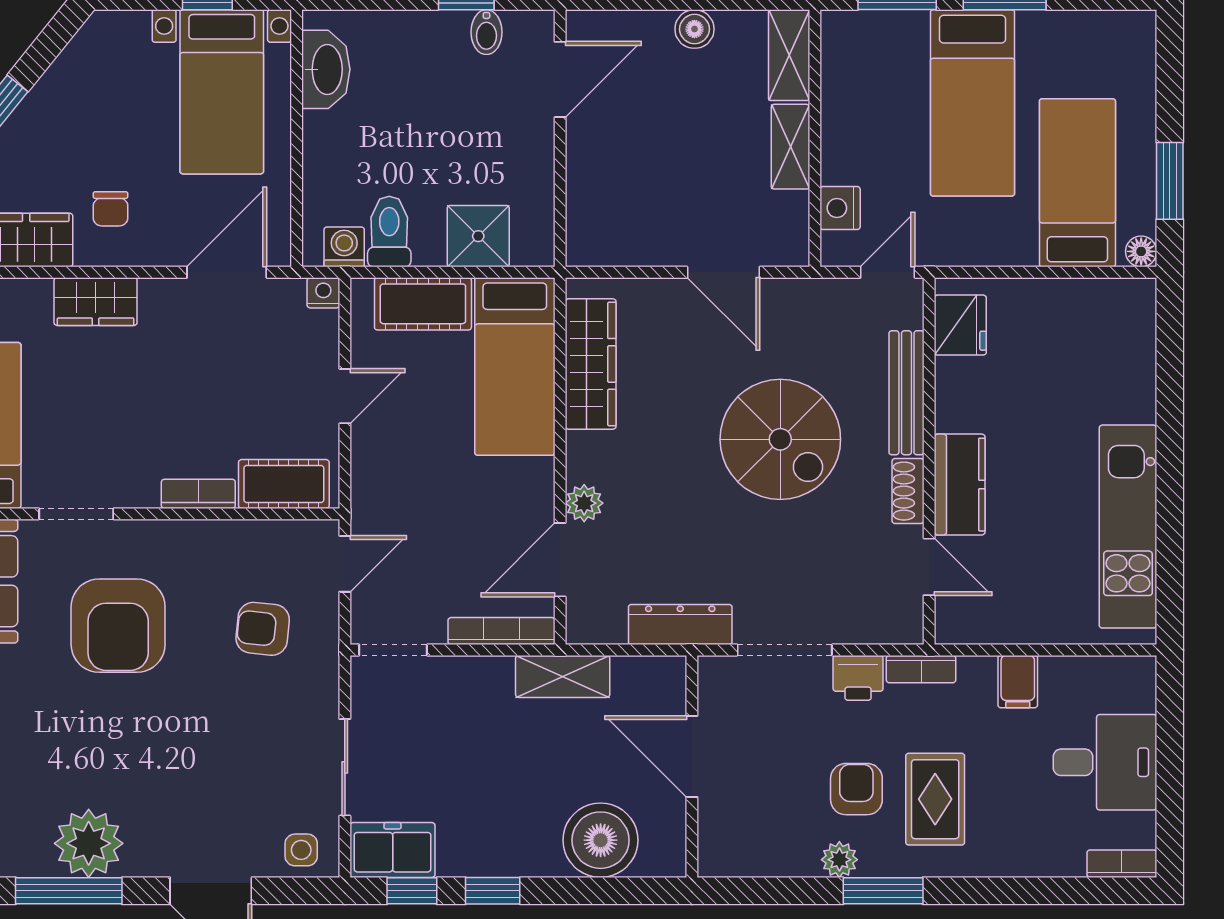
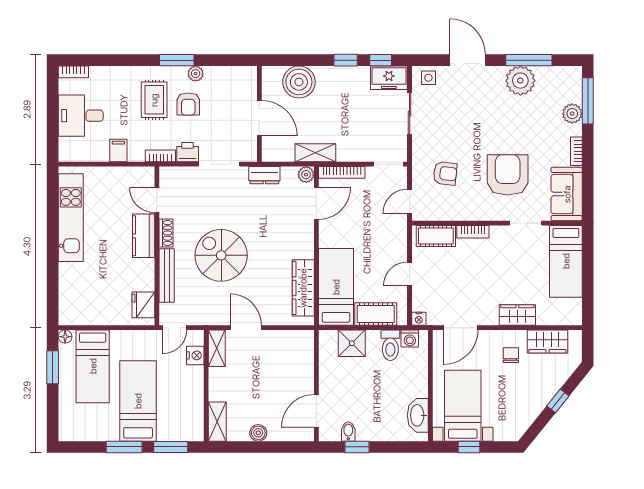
shelving: (790, 147) -> (217, 348), moved
plant: (584, 503) -> (306, 175), moved
dresser: (680, 625) -> (264, 175), width x0.70

